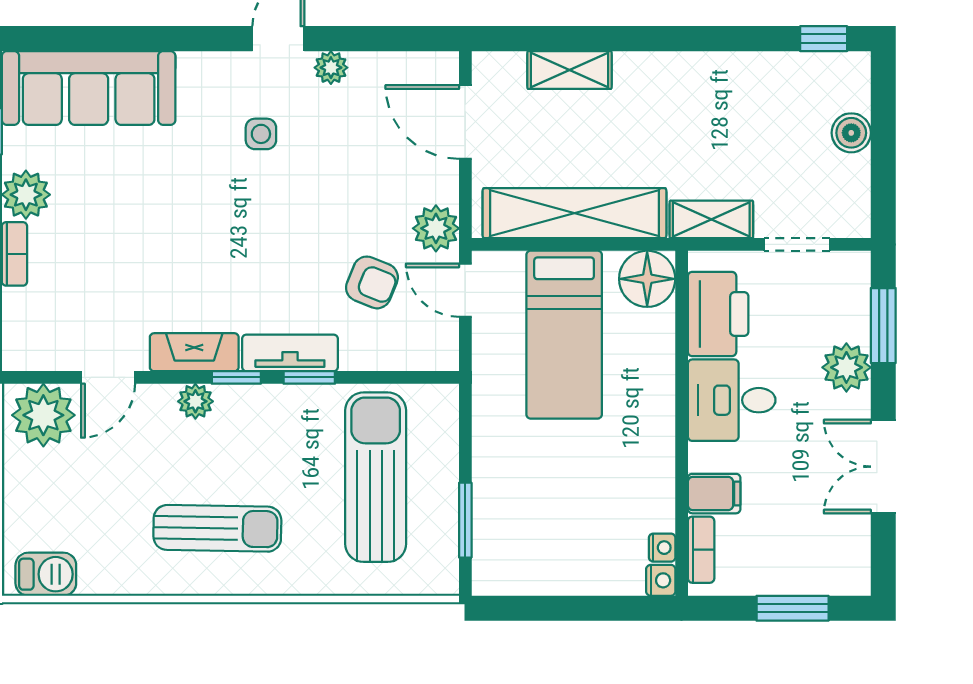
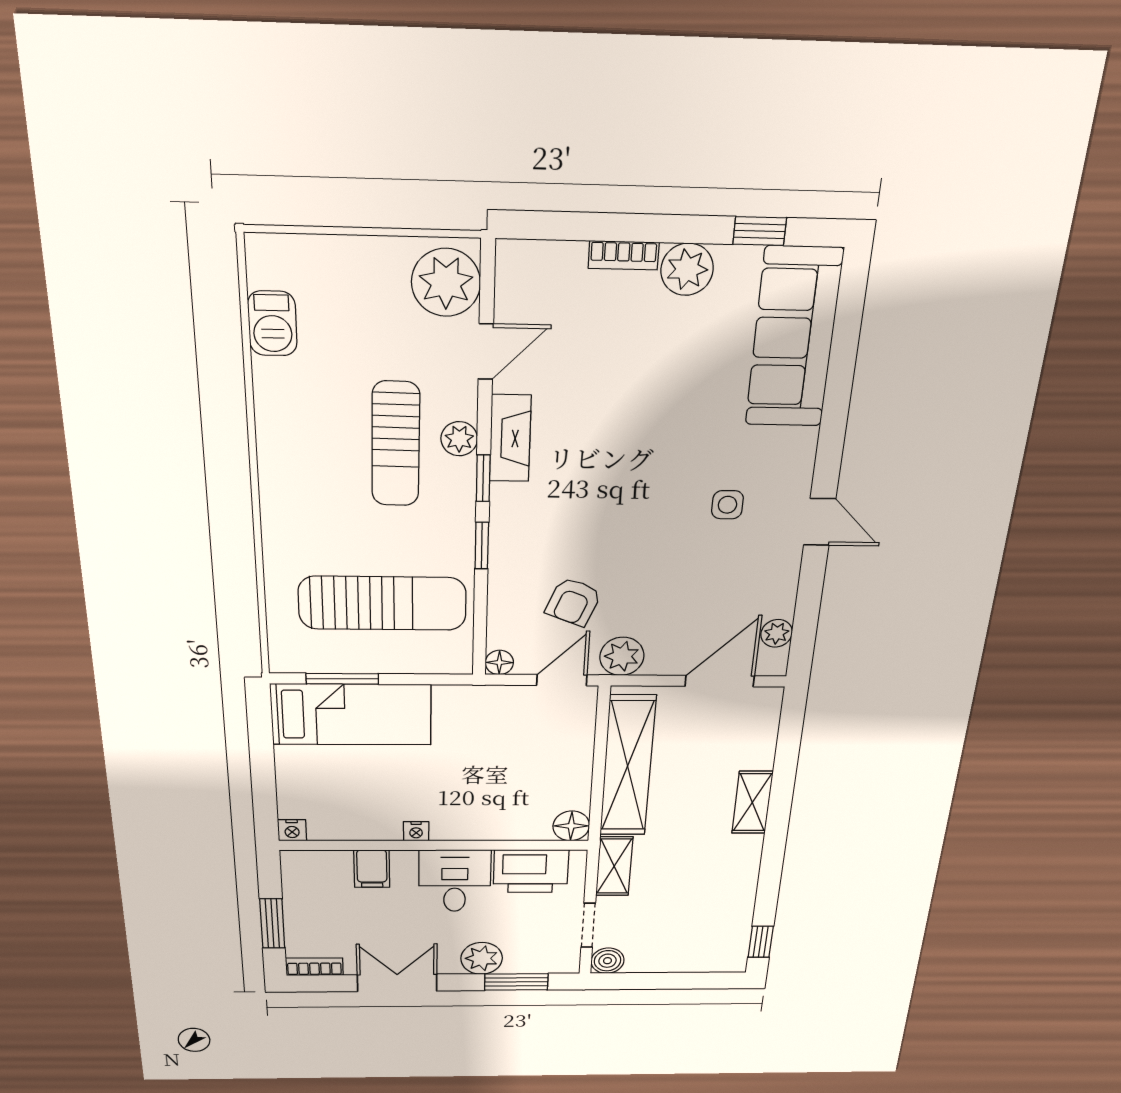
plant: (331, 68) -> (777, 633), moved
shelving: (569, 70) -> (752, 802), moved
boiler: (851, 133) -> (607, 961), moved
floor lamp: (647, 279) -> (571, 826), width x0.73, depth x0.73
bed: (564, 335) -> (351, 715), moved, turned 180
tv unit: (290, 353) -> (507, 528), removed
floor lamp: (444, 357) -> (499, 662), added
door: (108, 377) -> (486, 352), swing flipped
sun lounger: (217, 528) -> (396, 444), moved
nightstand: (662, 548) -> (416, 831), moved
bookcase: (701, 550) -> (314, 967), moved, turned 180
barbecue: (46, 574) -> (272, 323), moved

